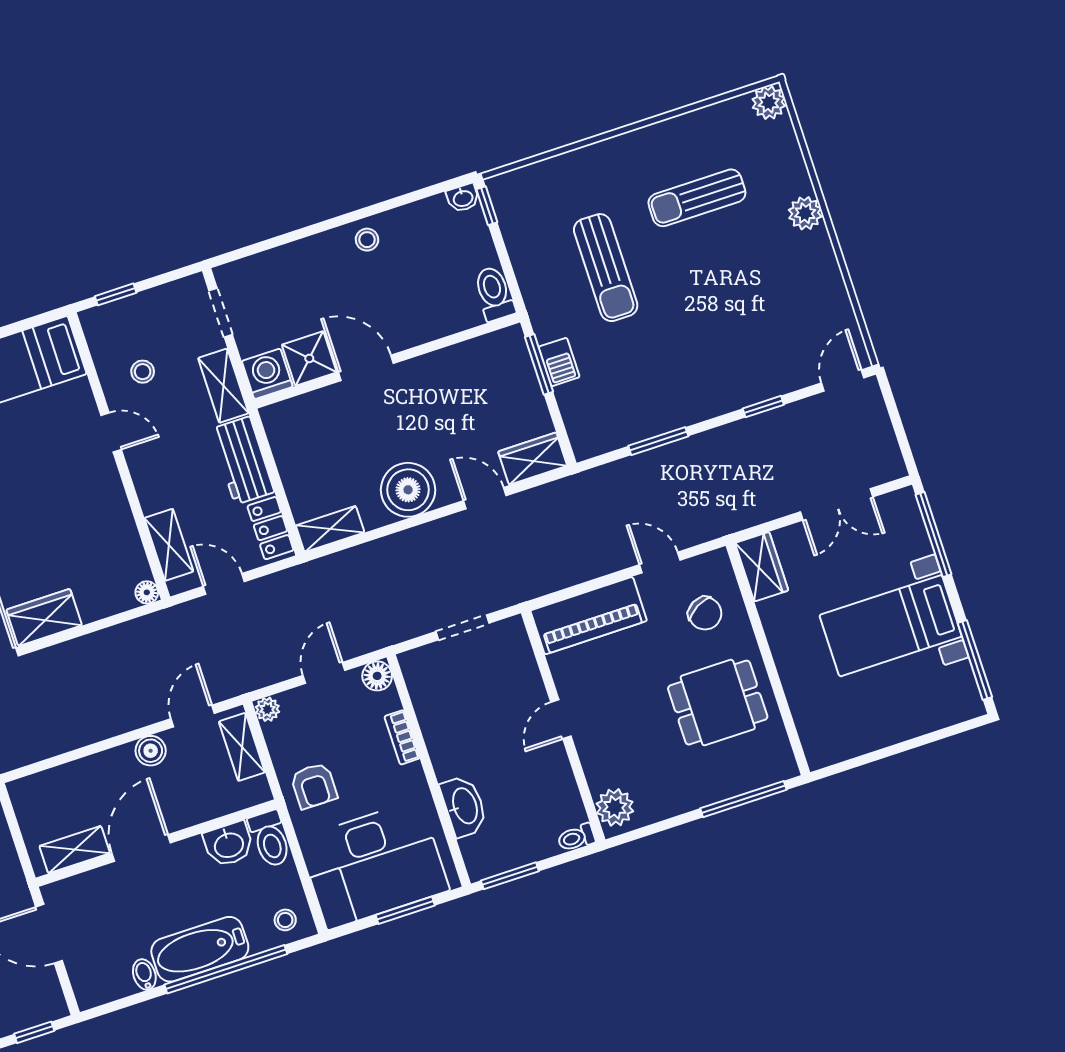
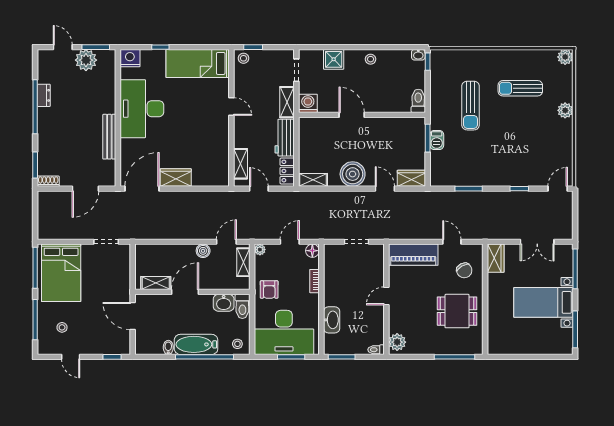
shower: (309, 358) -> (334, 59), moved
stool: (143, 372) -> (243, 58), moved
floor lamp: (147, 592) -> (224, 181), removed

